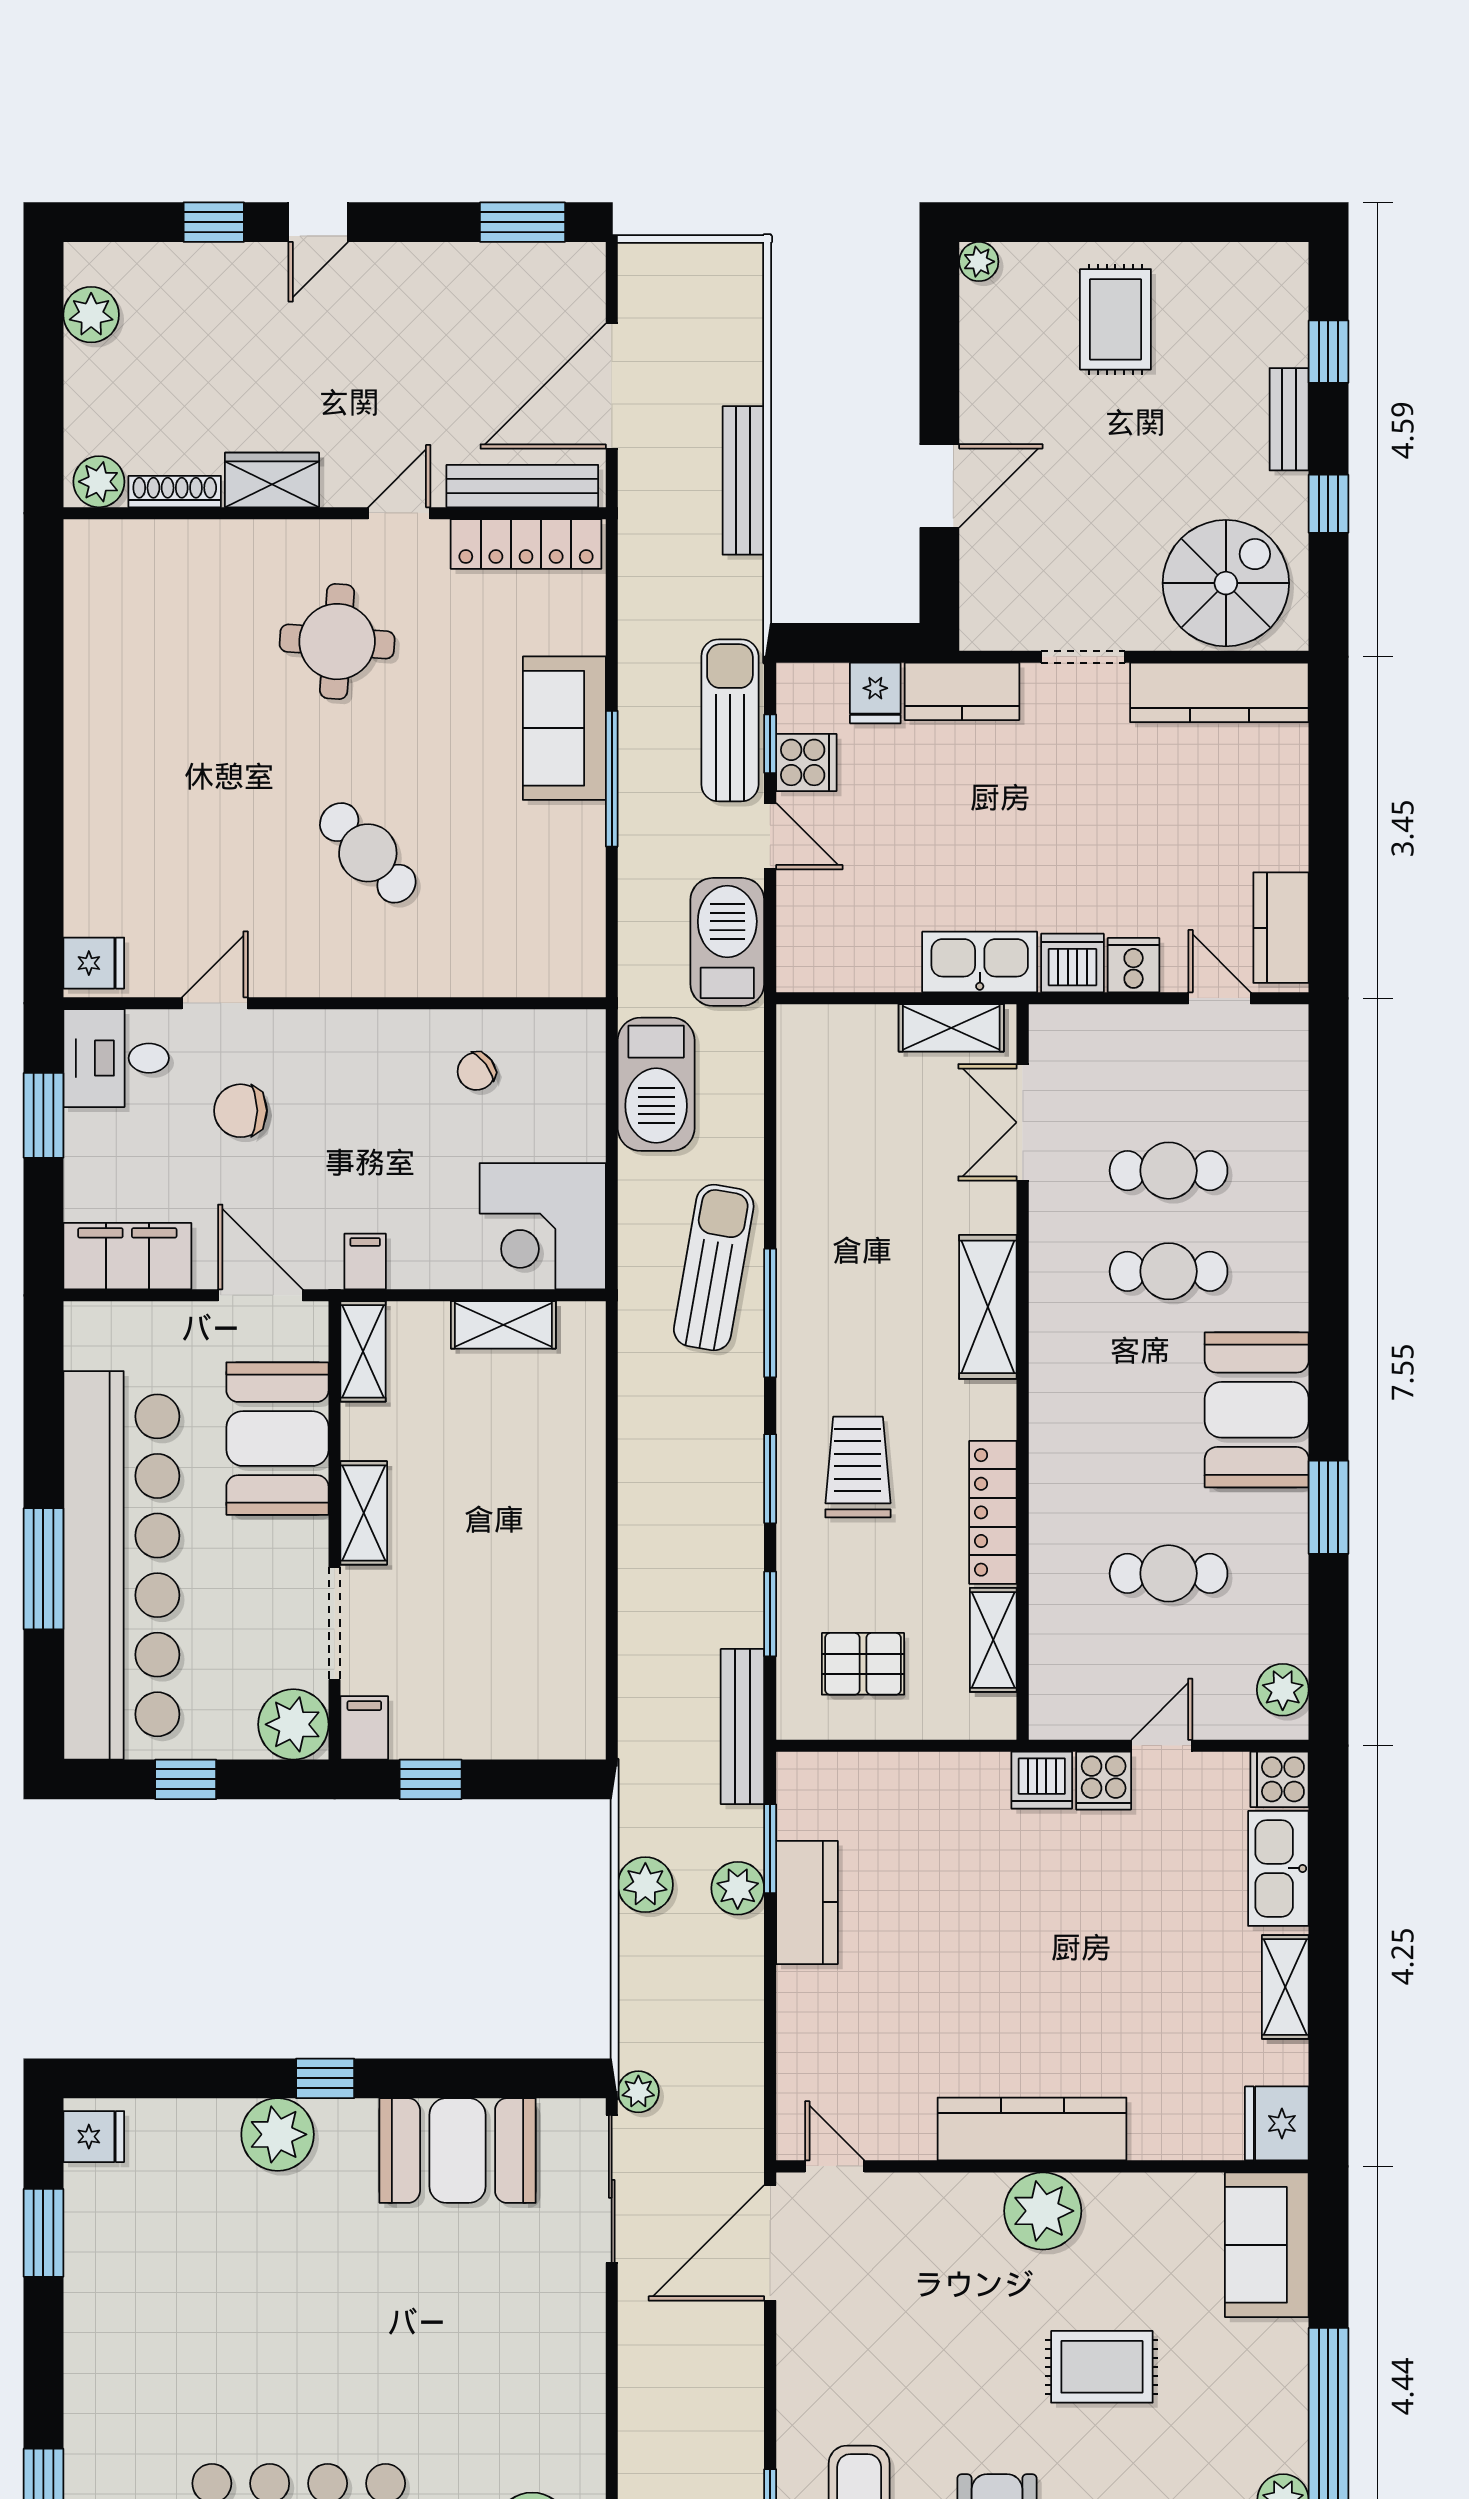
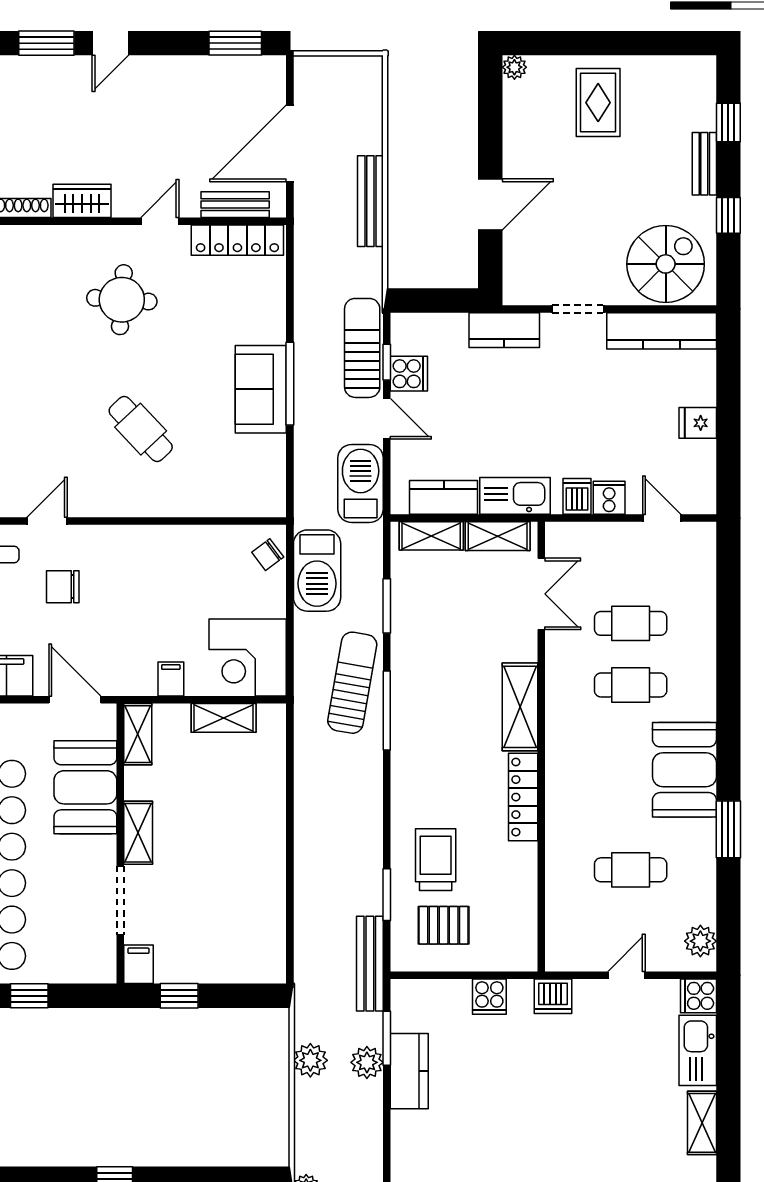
window: (214, 222) -> (46, 43), width x1.50
bench: (522, 486) -> (235, 205), width x0.73
fridge: (875, 693) -> (698, 423), moved, turned 90
sofa: (564, 728) -> (261, 389), moved
kitchen counter: (1281, 928) -> (444, 497), moved, turned 90
dishwasher: (1072, 963) -> (577, 496), width x0.73
chair: (476, 1071) -> (268, 555), moved
double door: (1023, 1122) -> (541, 594), swing flipped
filing cabinet: (365, 1261) -> (171, 679), moved
trolley: (858, 1467) -> (436, 860), moved
window: (770, 1479) -> (387, 606), moved
locker: (993, 1512) -> (523, 797), moved
shelving: (993, 1640) -> (431, 536), moved, turned 90
plant: (293, 1724) -> (95, 962), removed
cooker: (1104, 1781) -> (489, 997), moved

